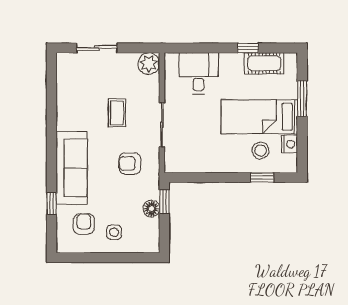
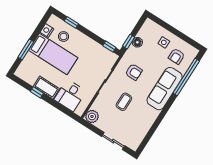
cot: (264, 63) -> (46, 88), moved
window: (187, 178) -> (109, 47), added
window: (52, 204) -> (186, 77), width x3.17

